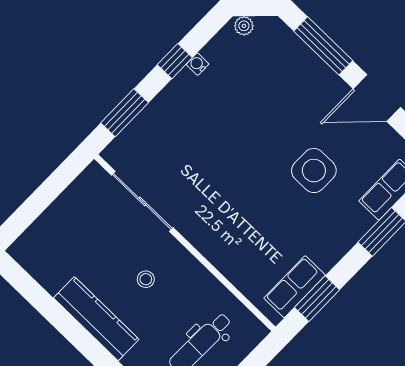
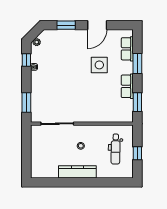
window: (323, 46) -> (66, 25), width x0.69
window: (175, 61) -> (26, 60), moved
row of seats: (295, 287) -> (127, 86), moved

